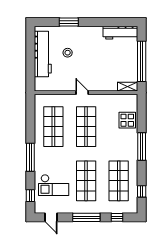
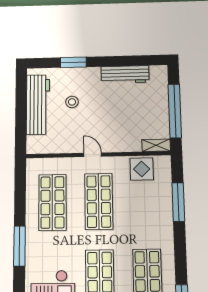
workbench: (120, 33) -> (125, 74), moved
display table: (127, 120) -> (142, 169), moved
window: (142, 146) -> (178, 202), moved

